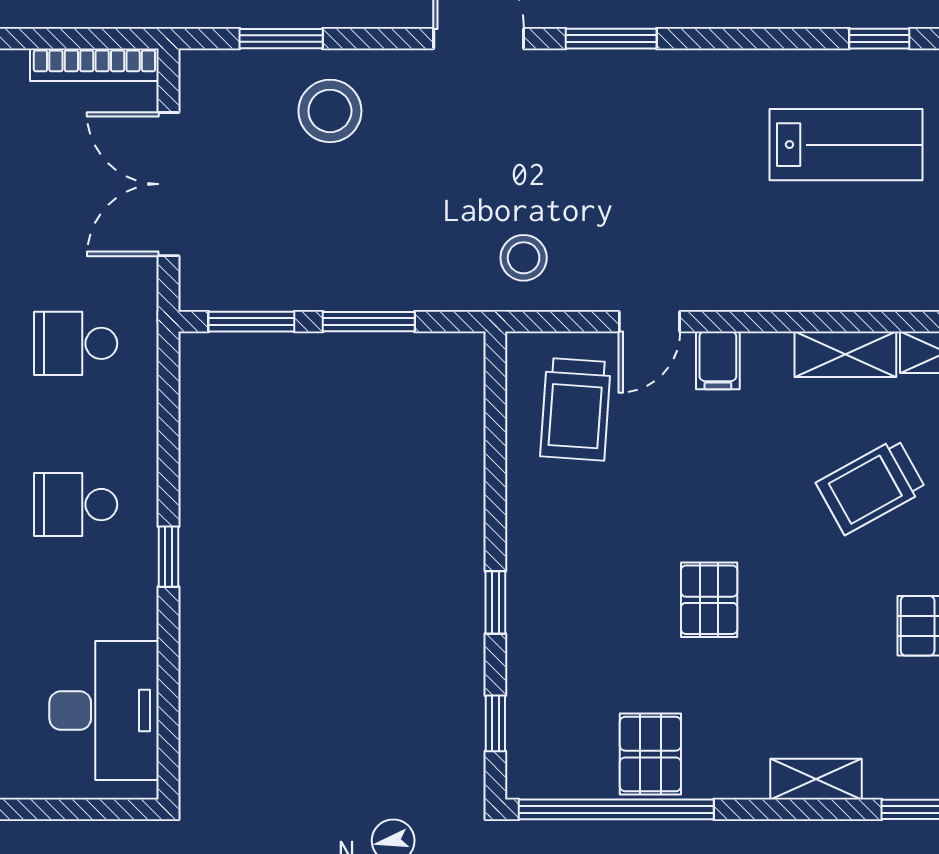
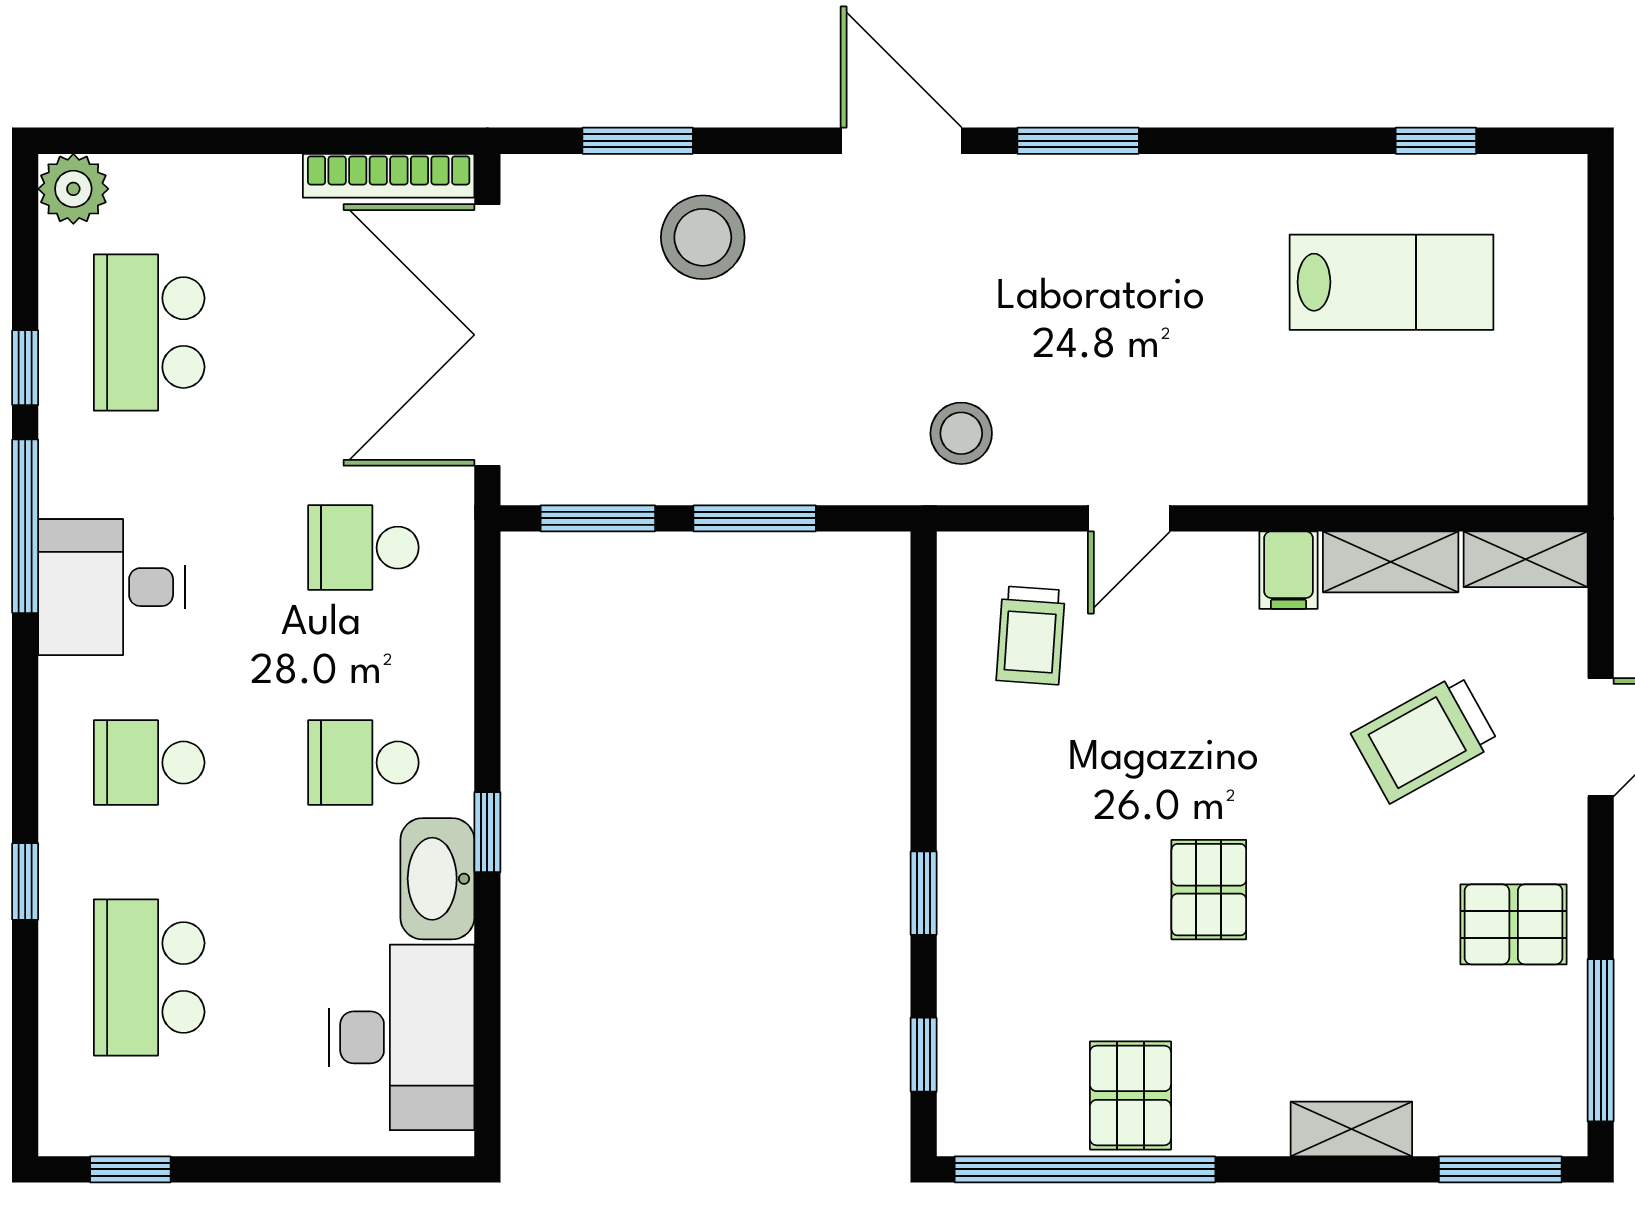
double door: (169, 184) -> (487, 335), width x1.36
filing cabinet: (718, 360) -> (1288, 570), moved
trolley: (576, 409) -> (1031, 635), width x0.73, depth x0.72
washbasin: (131, 592) -> (437, 879), added

